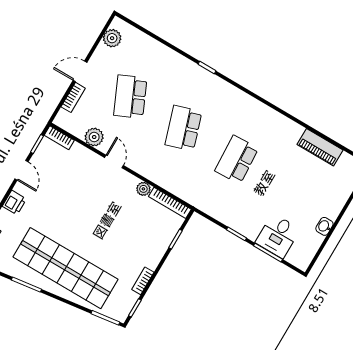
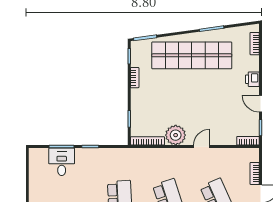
plant: (94, 137) -> (225, 155), removed
door: (114, 161) -> (202, 147), swing flipped
plant: (143, 189) -> (176, 135), width x1.87, depth x1.87
washbasin: (324, 226) -> (34, 187), removed

